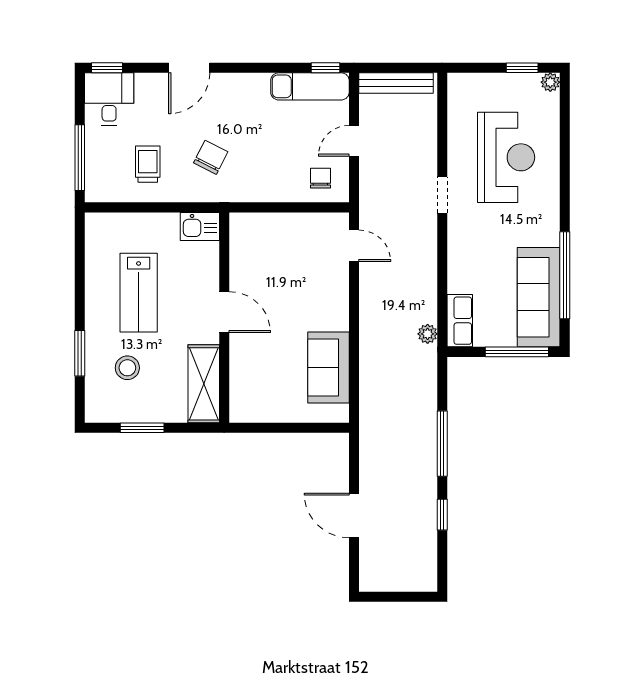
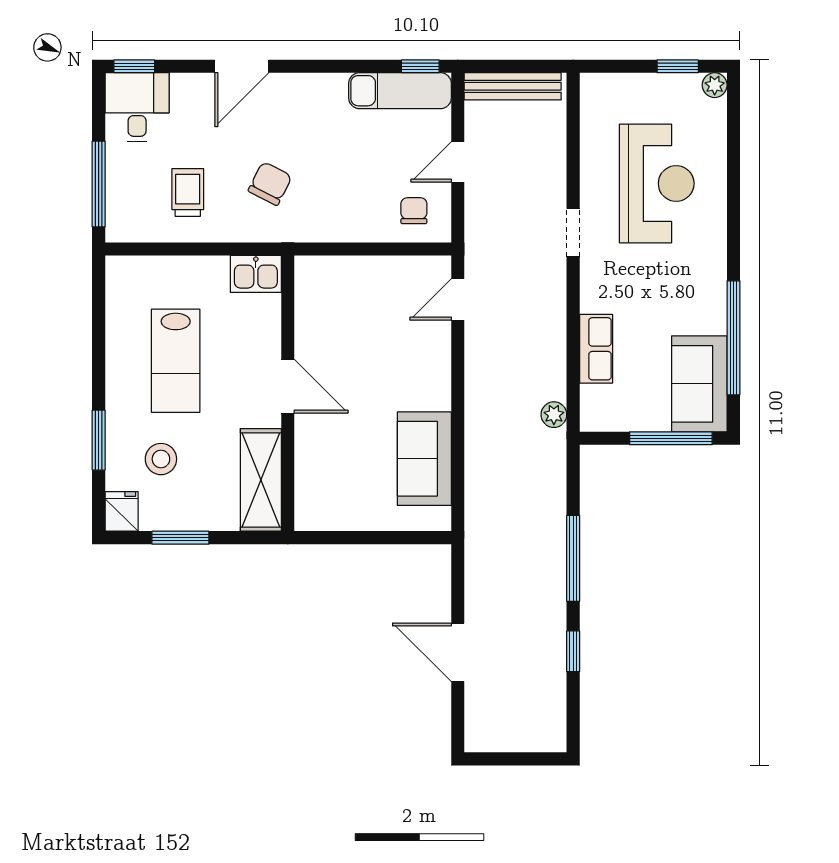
door: (354, 246) -> (458, 299), swing flipped
sofa: (539, 297) -> (699, 384), width x0.73
row of seats: (460, 321) -> (596, 349), moved
fridge: (97, 408) -> (122, 511), added

